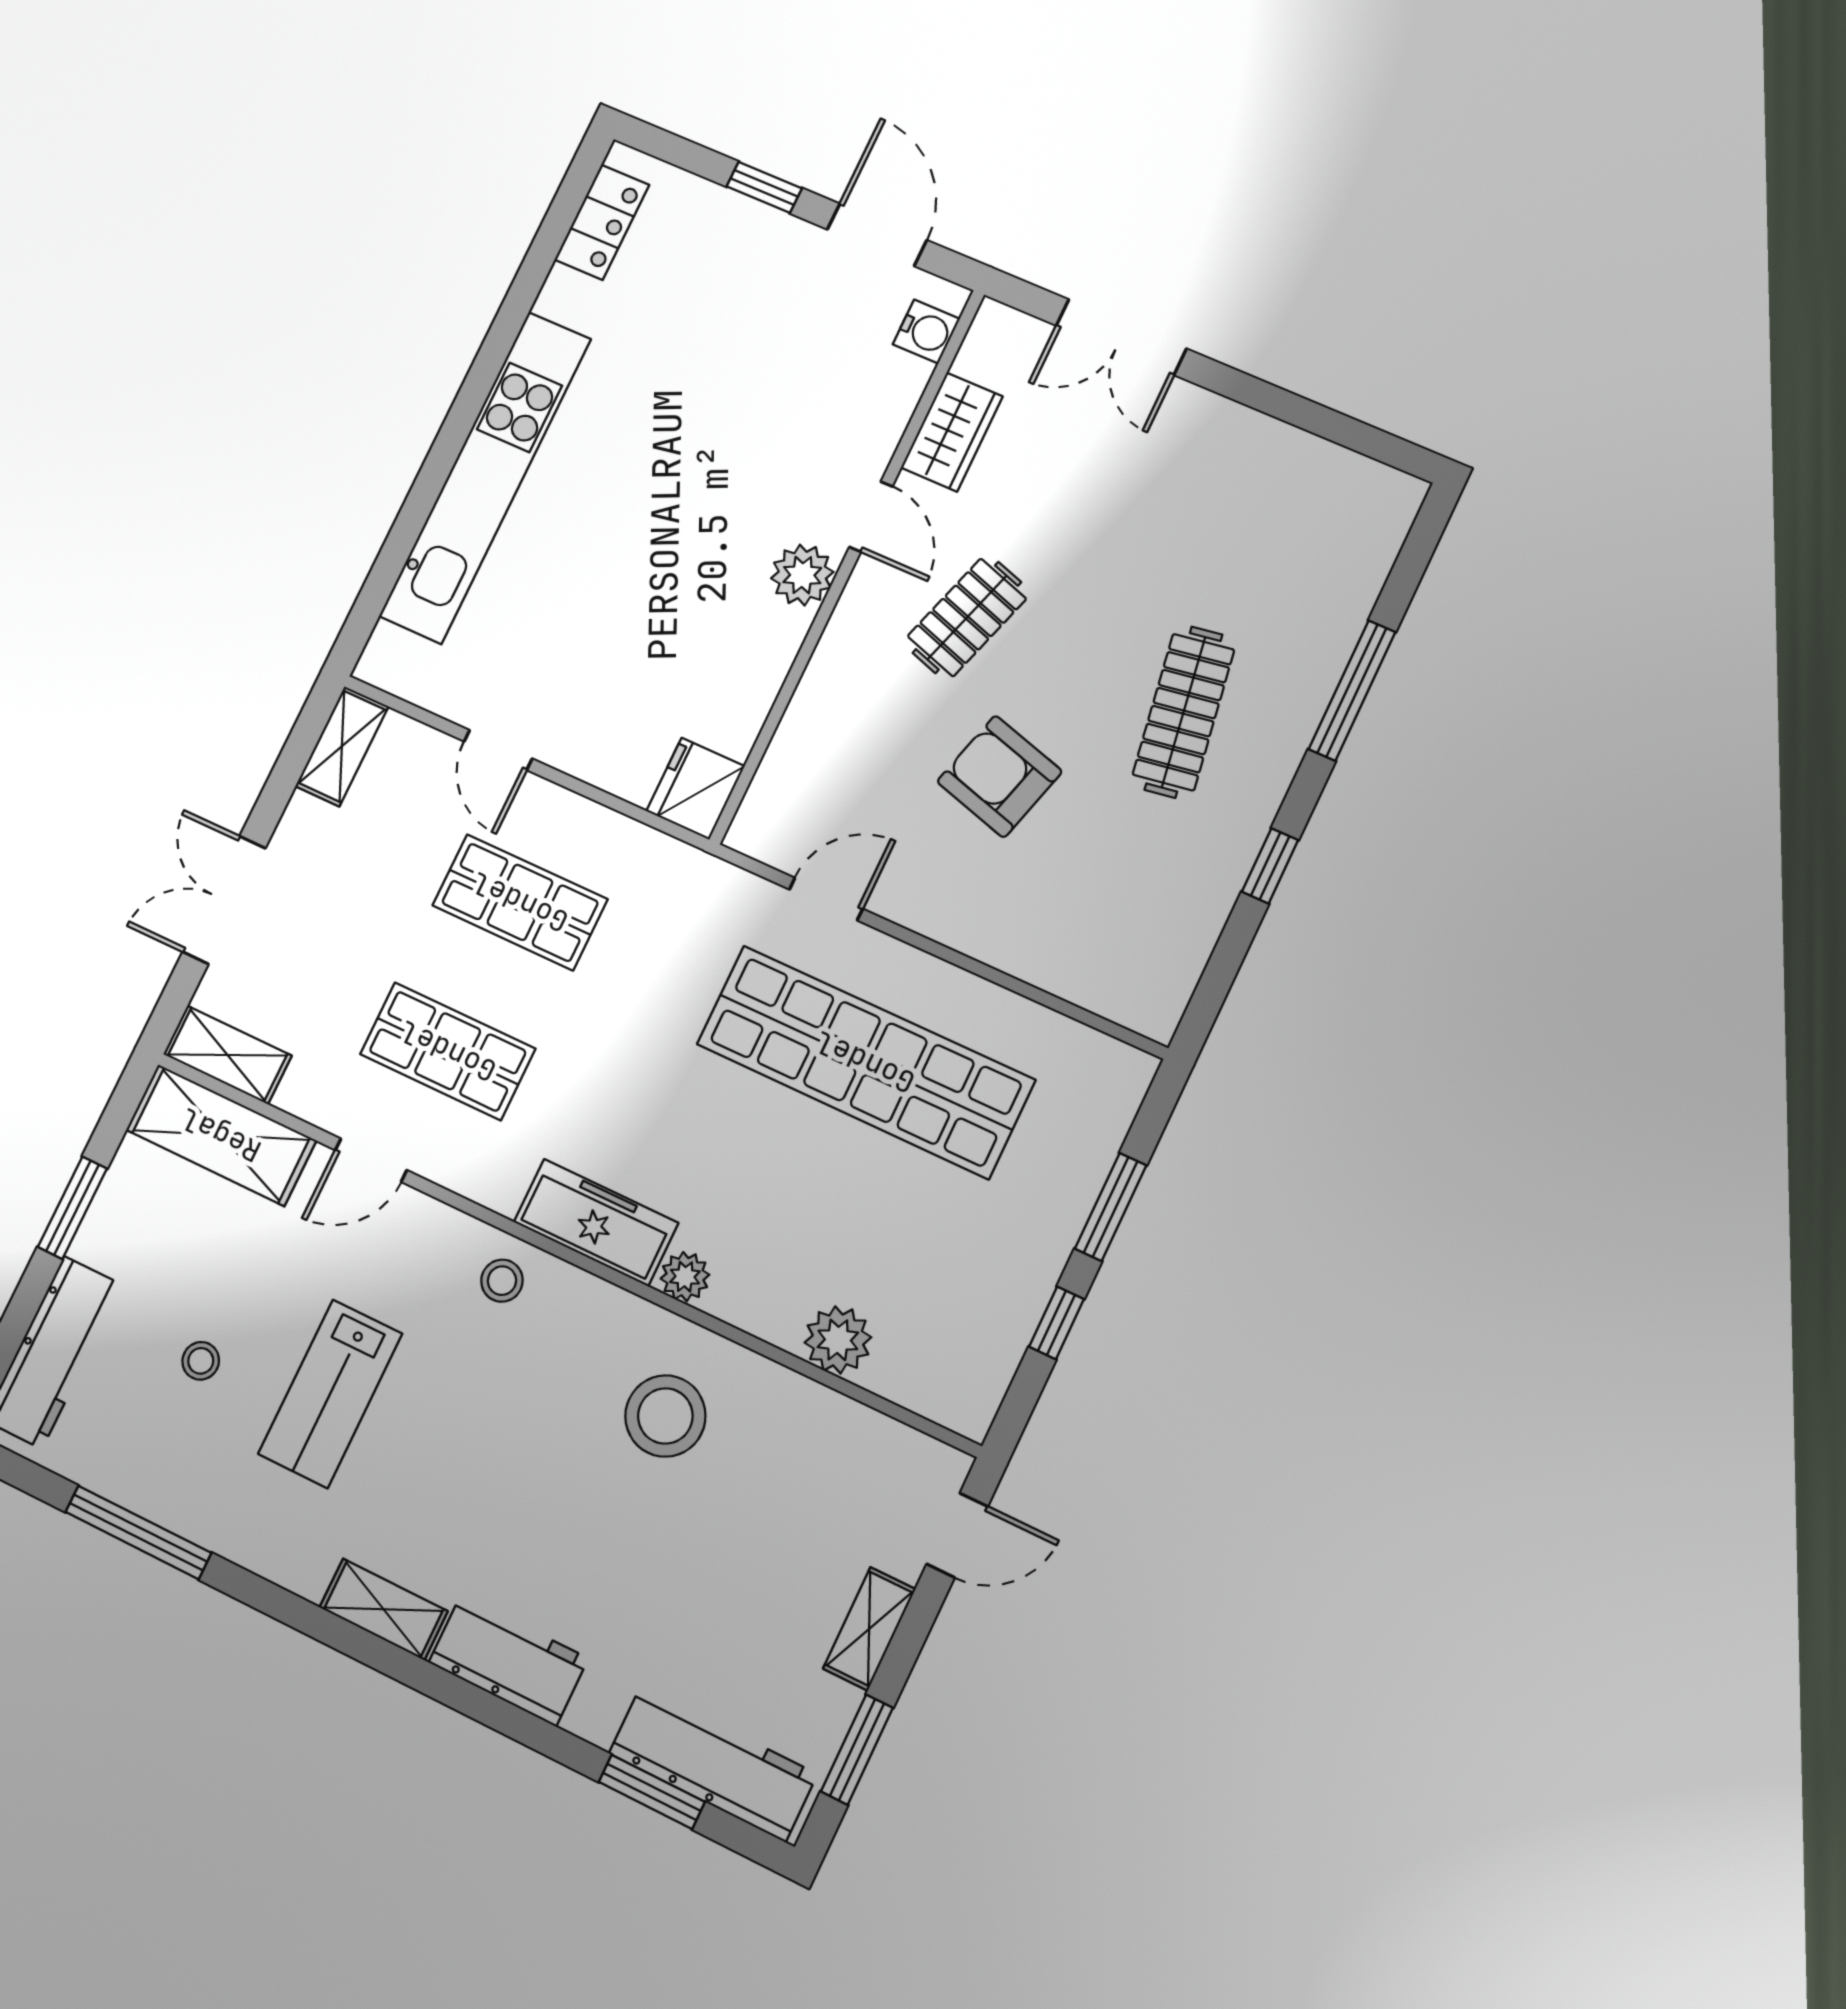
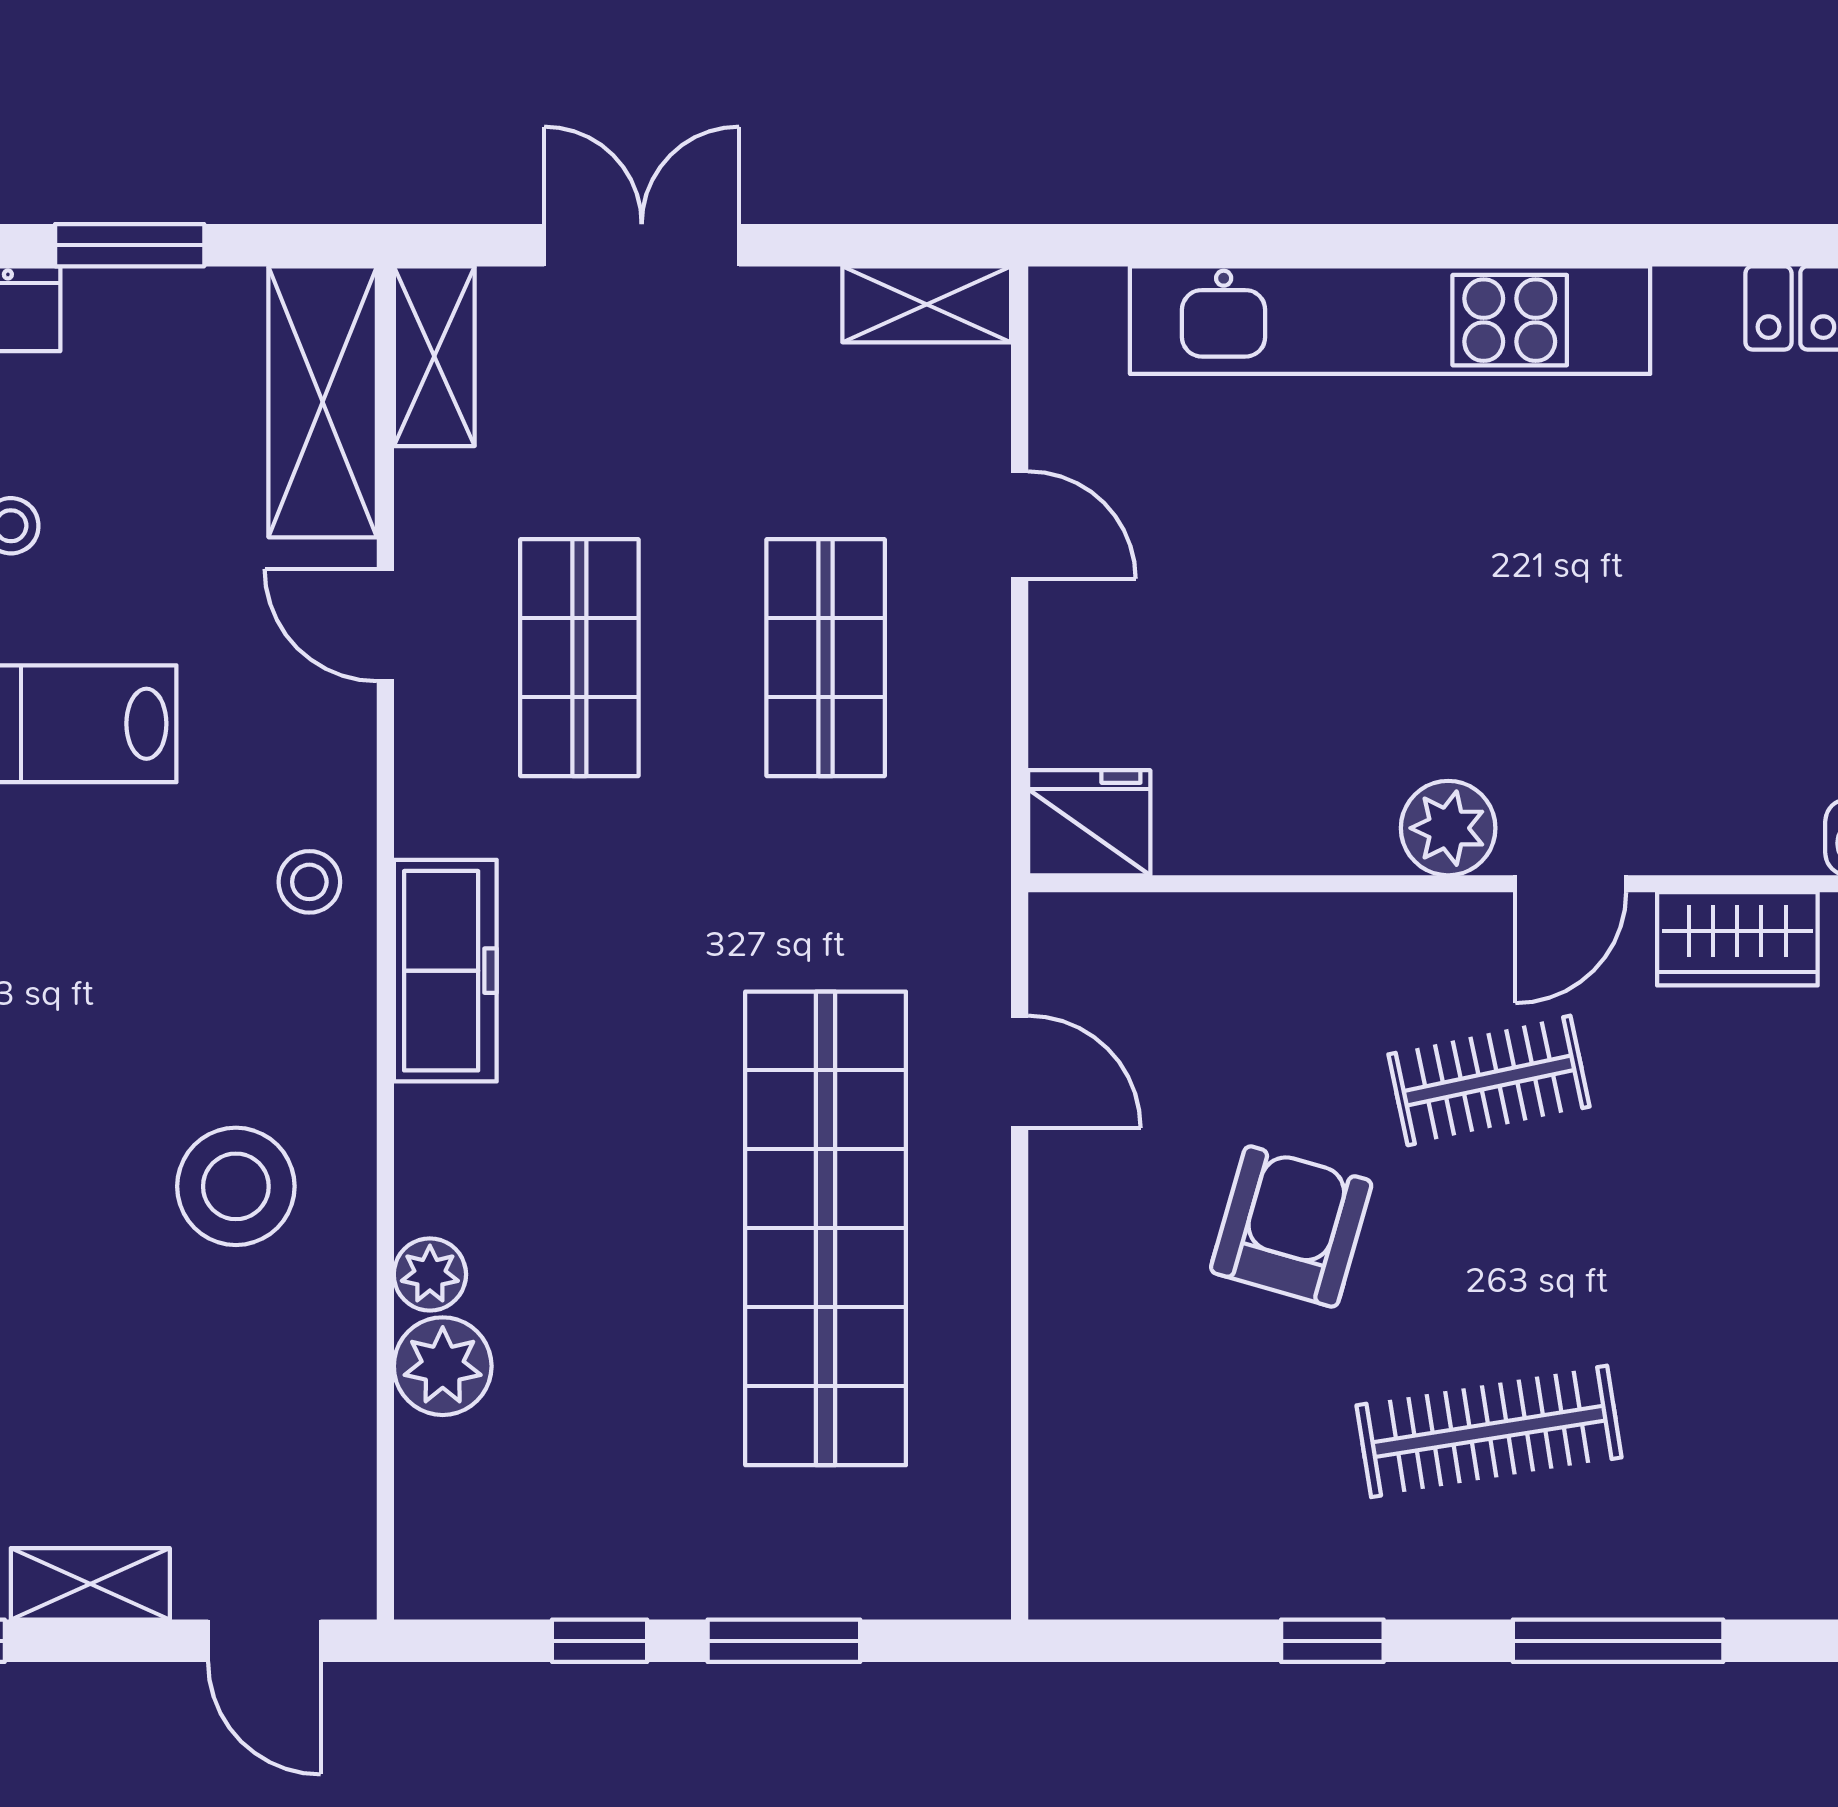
clothes rail: (967, 617) -> (1489, 1080), turned -30
door: (498, 750) -> (1020, 525), swing flipped
plant: (685, 1277) -> (430, 1274), moved

